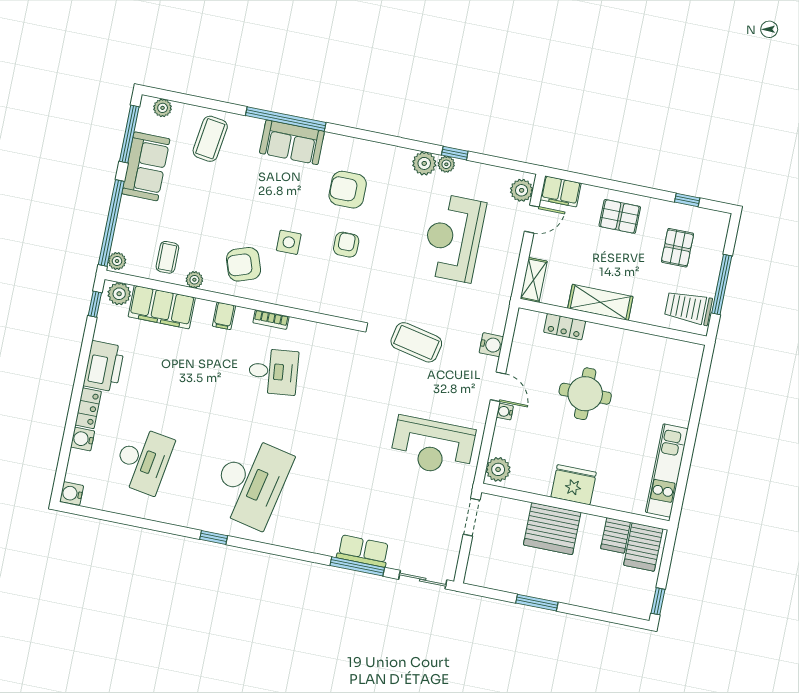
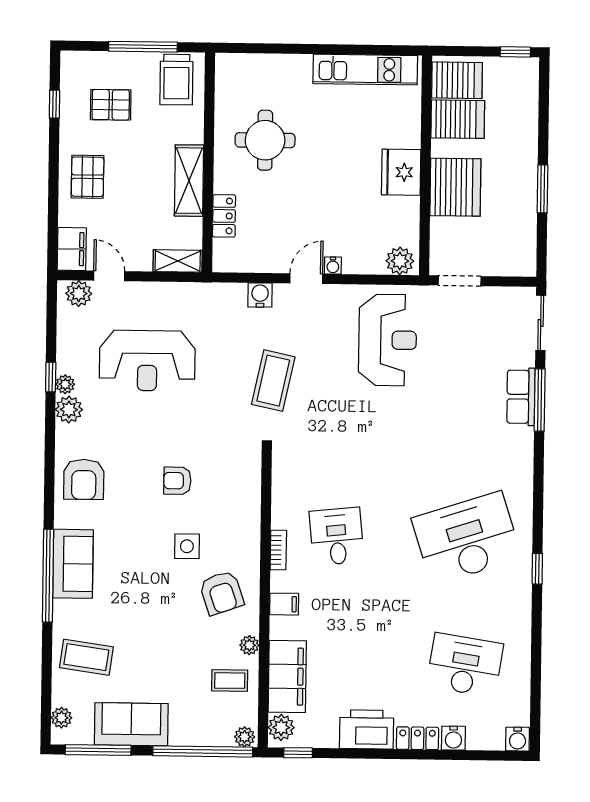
armchair: (348, 190) -> (84, 479), moved
round table: (585, 394) -> (265, 140), moved
desk: (251, 482) -> (467, 538), turned -30
server rack: (615, 535) -> (458, 119), width x1.36, depth x1.44

